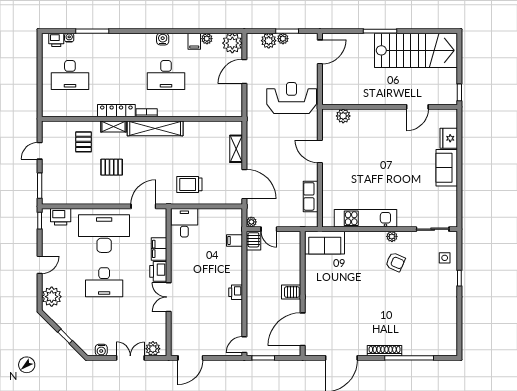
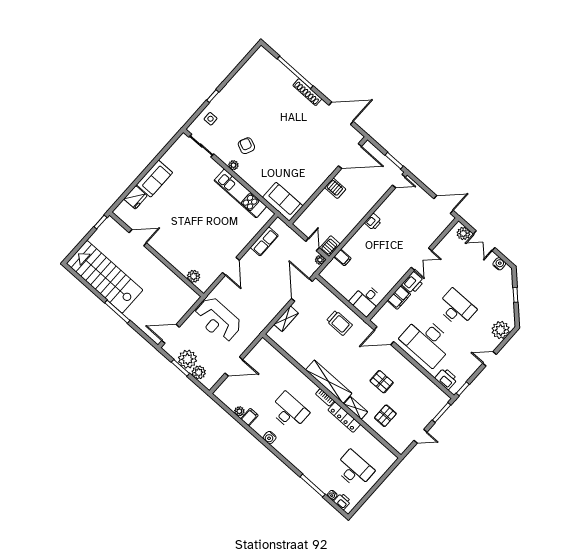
plant: (283, 39) -> (187, 359), width x1.88, depth x1.88
plant: (232, 43) -> (225, 393), removed

